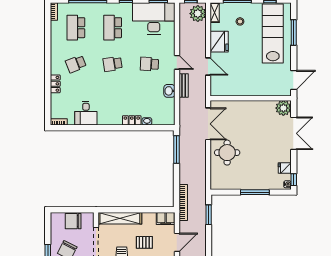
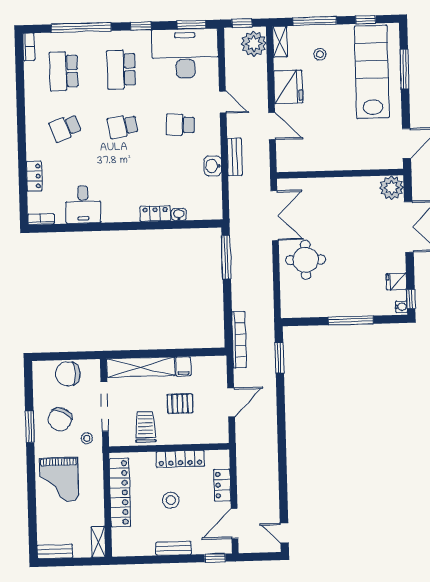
door: (177, 62) -> (223, 102), moved
locker: (55, 84) -> (34, 176), moved
filing cabinet: (166, 219) -> (183, 366), moved, width x0.50

